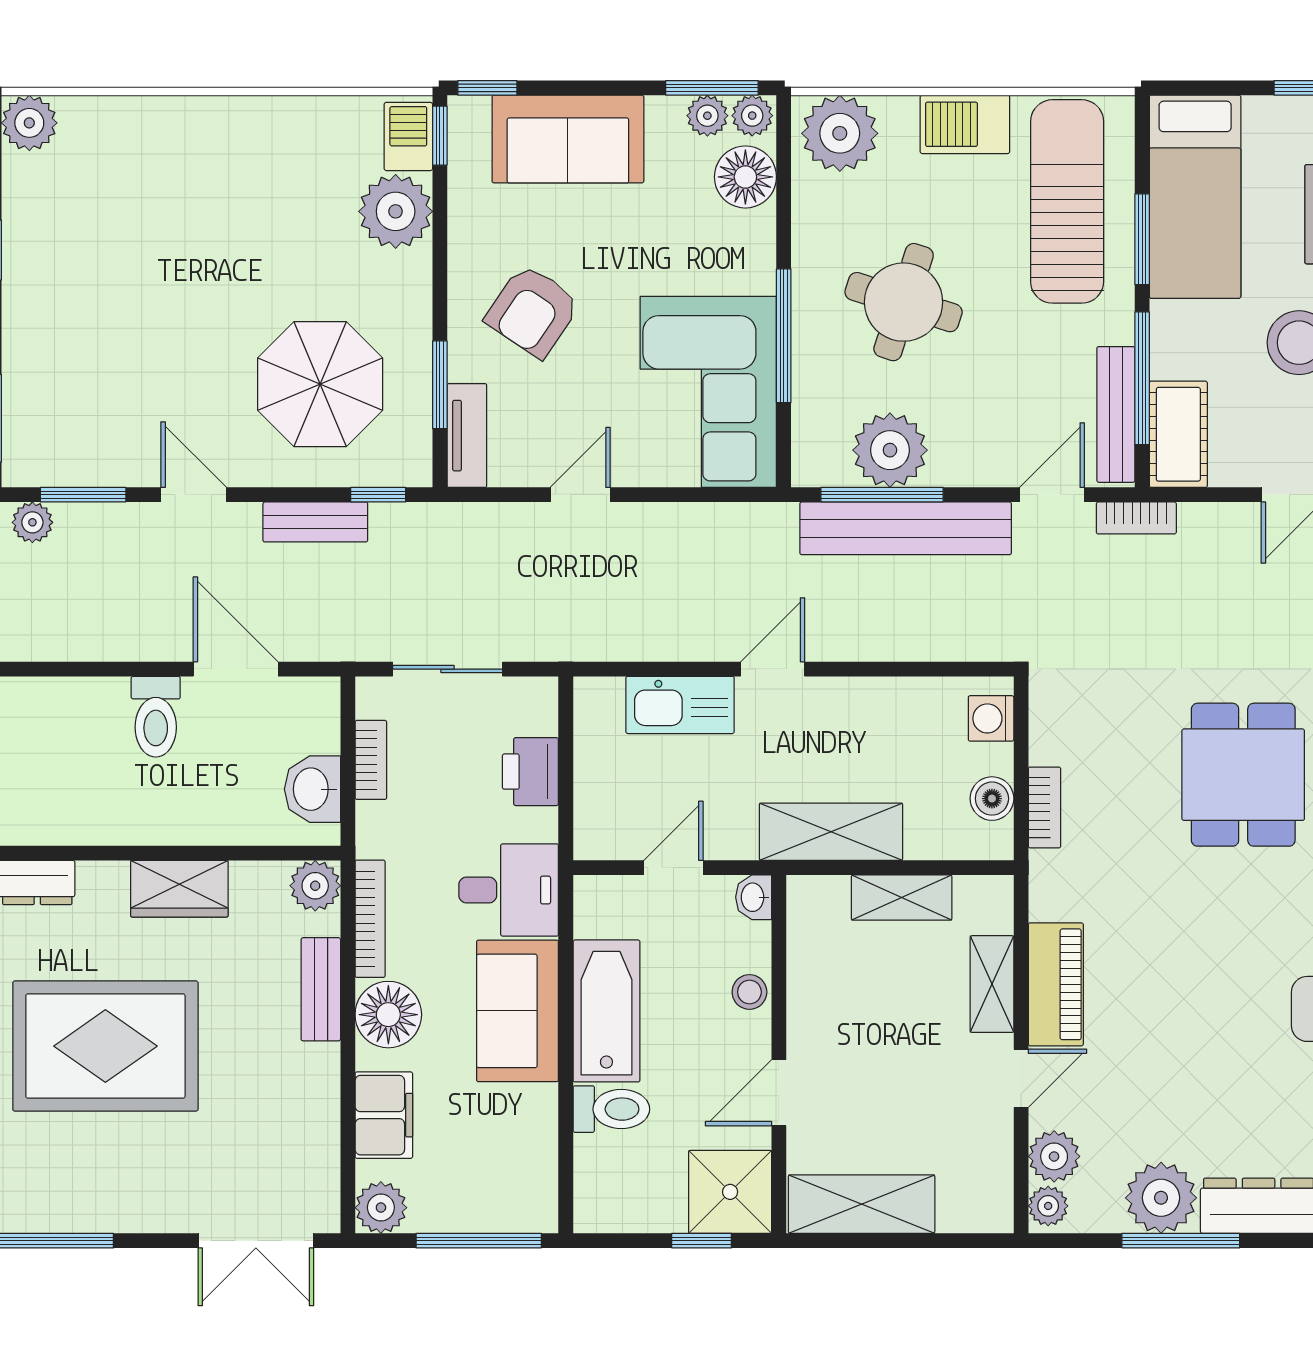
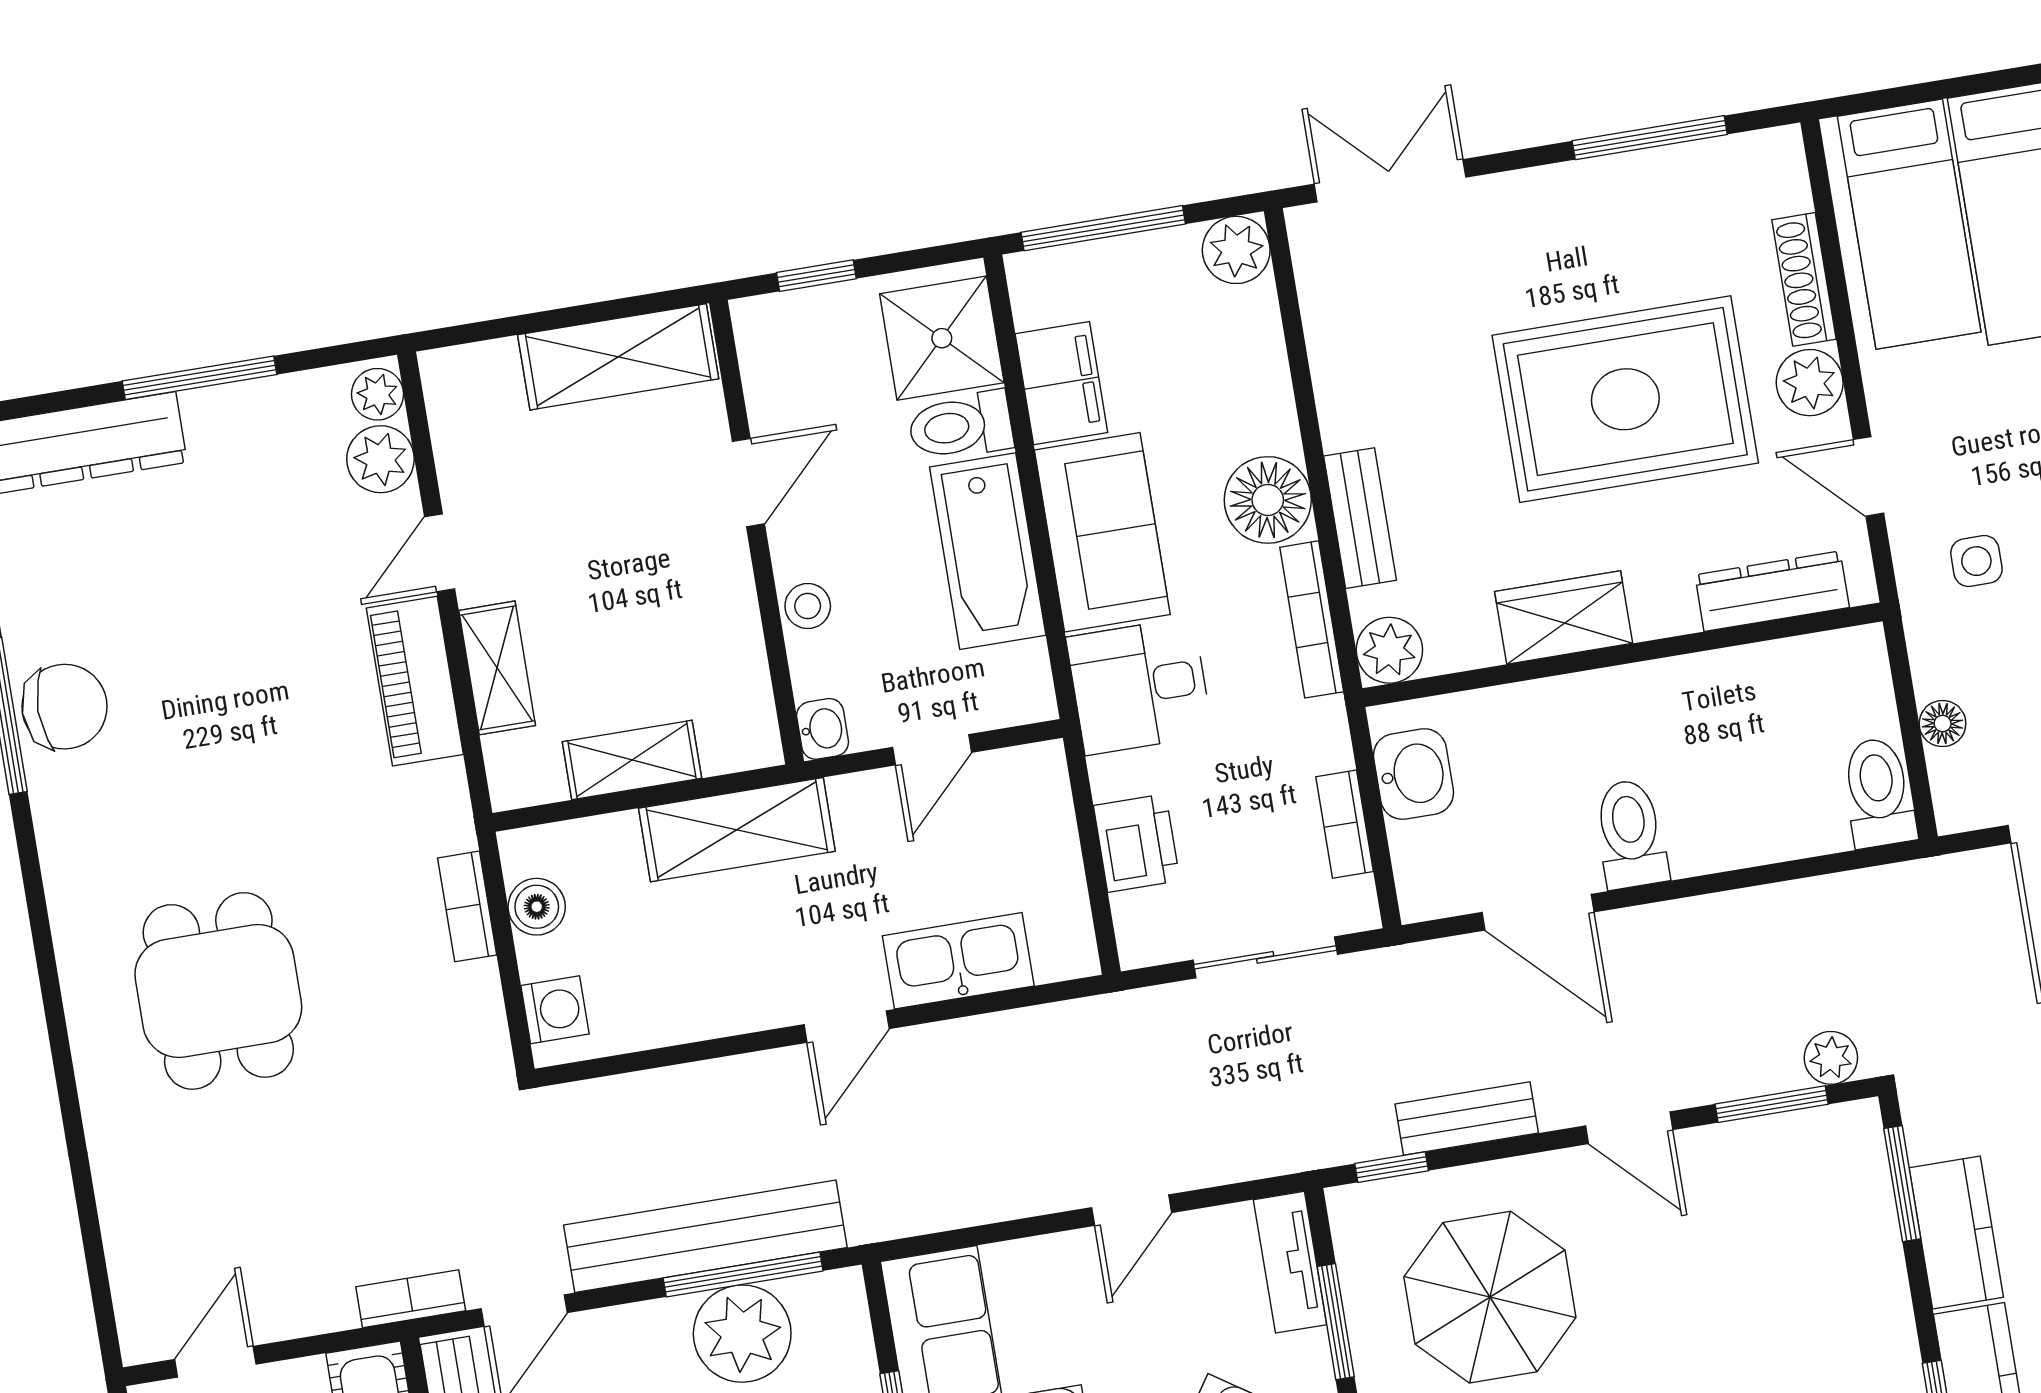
filing cabinet: (384, 1115) -> (1061, 383), moved, turned 180
shower: (730, 1192) -> (942, 338), moved
plant: (1161, 1198) -> (234, 429), removed

